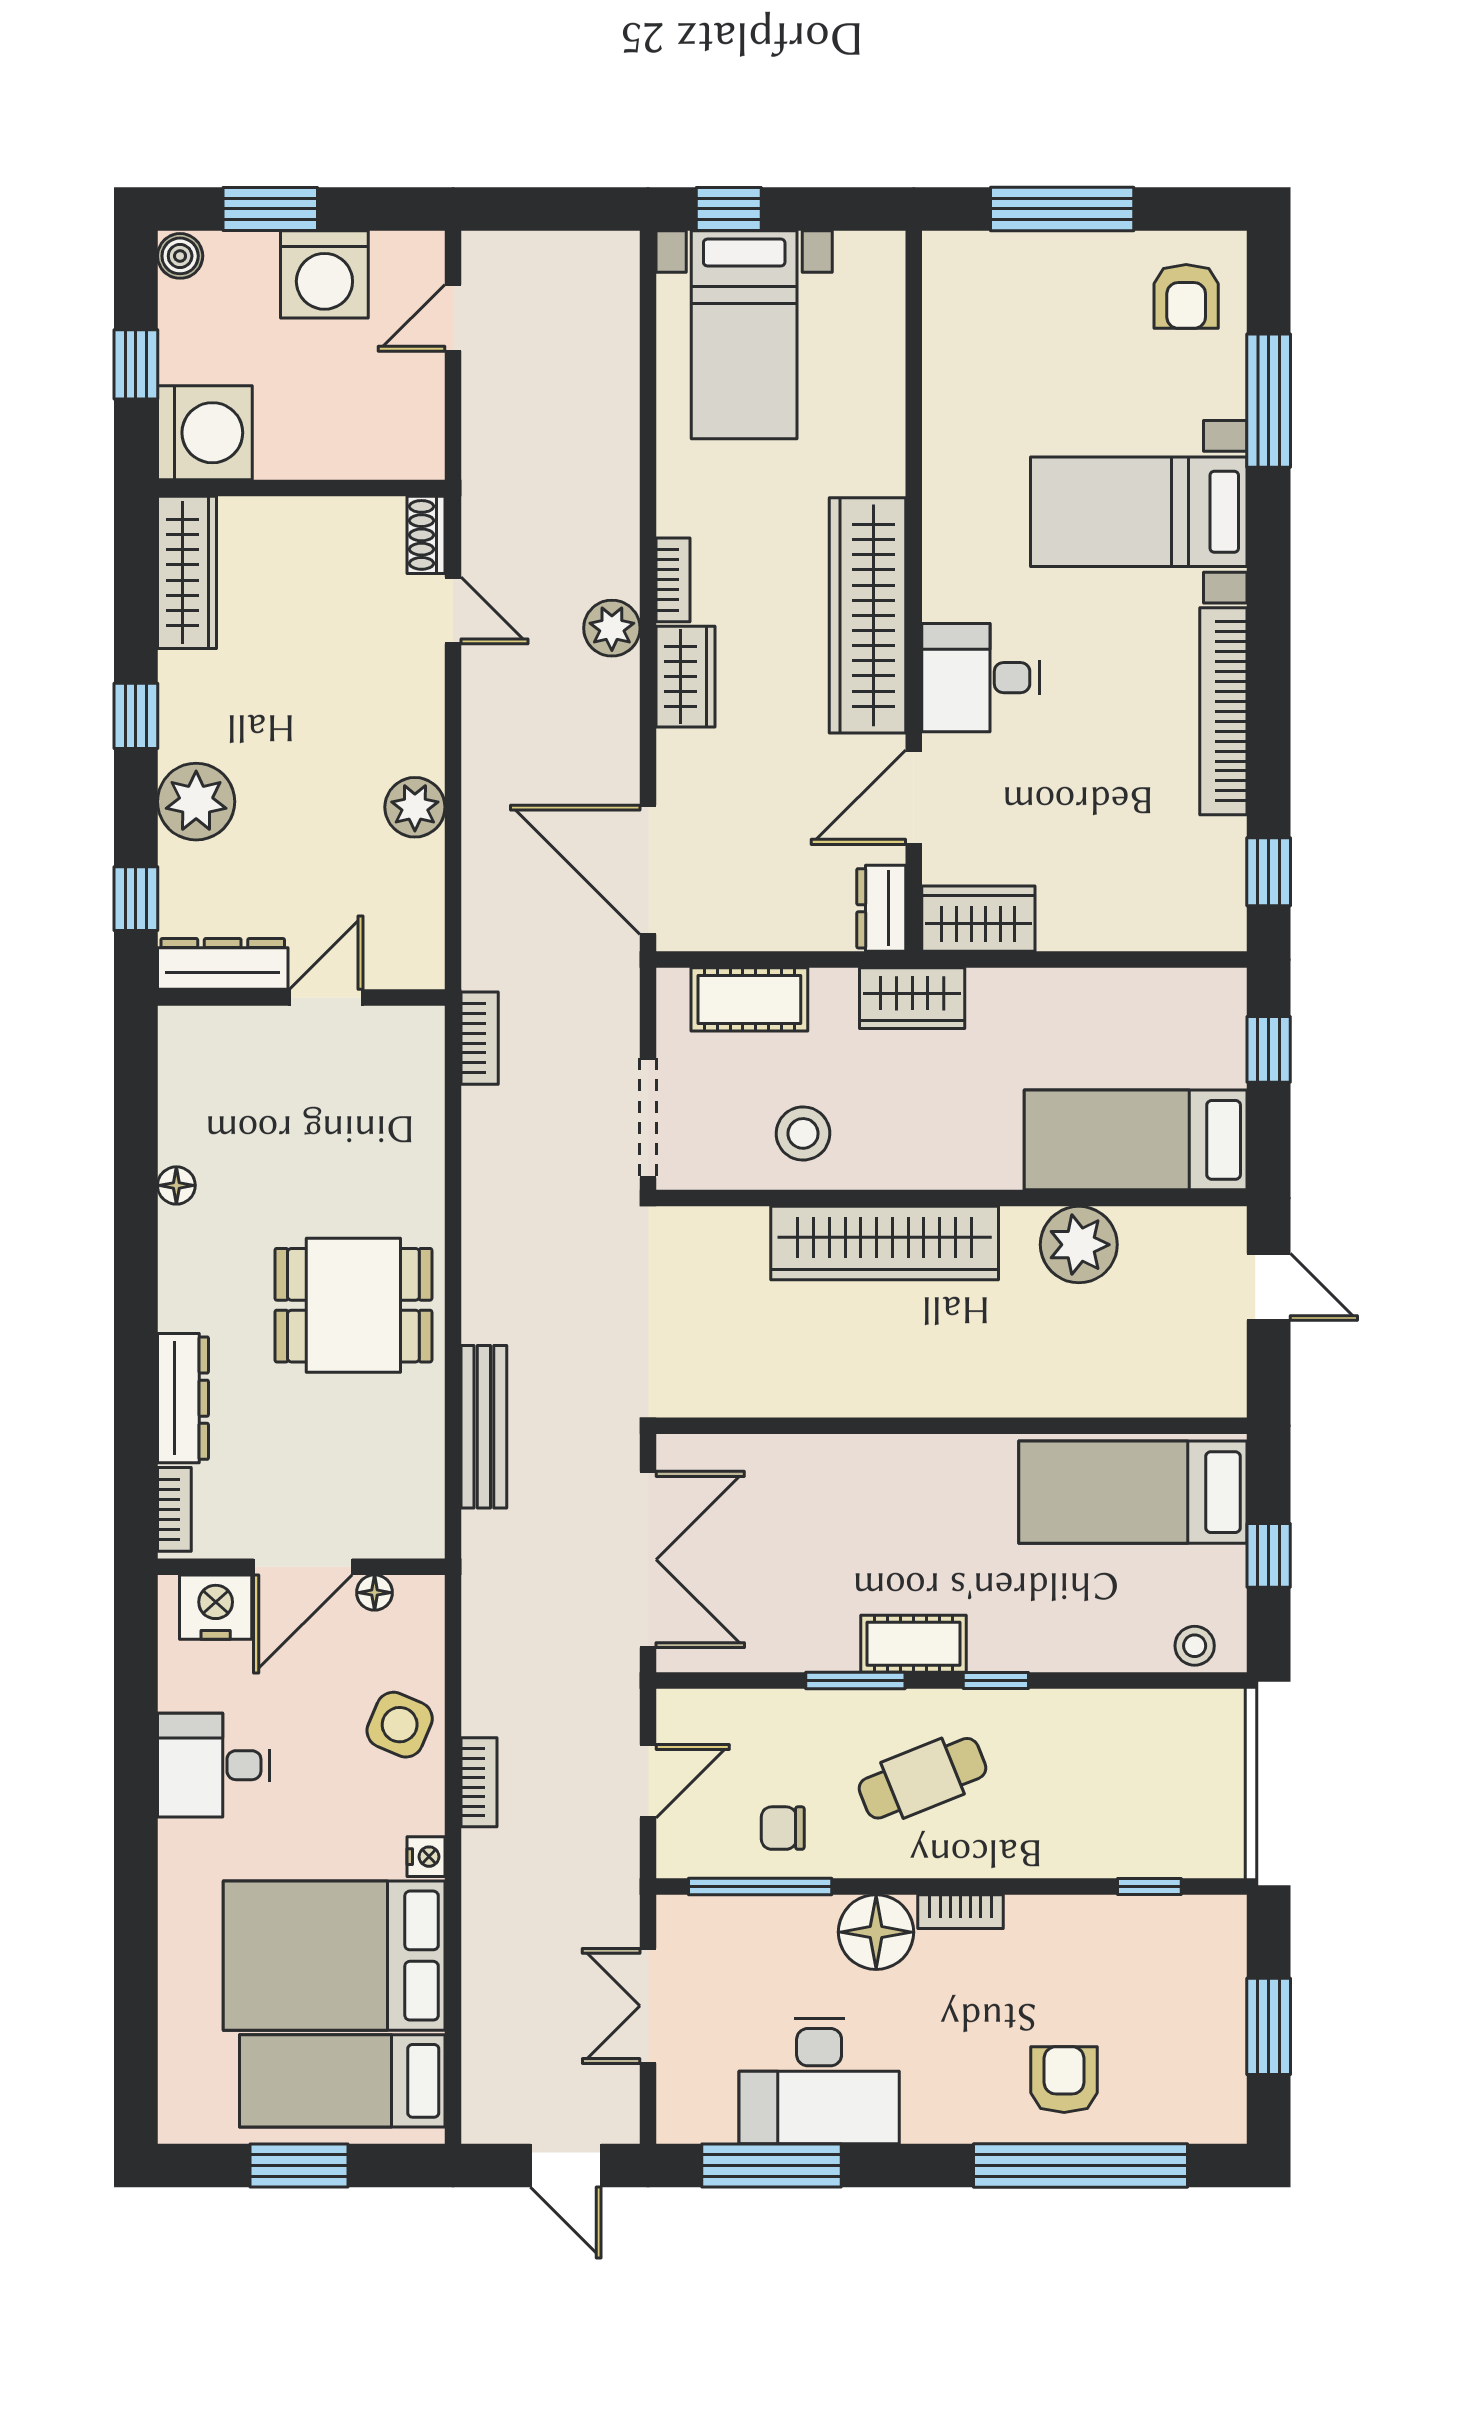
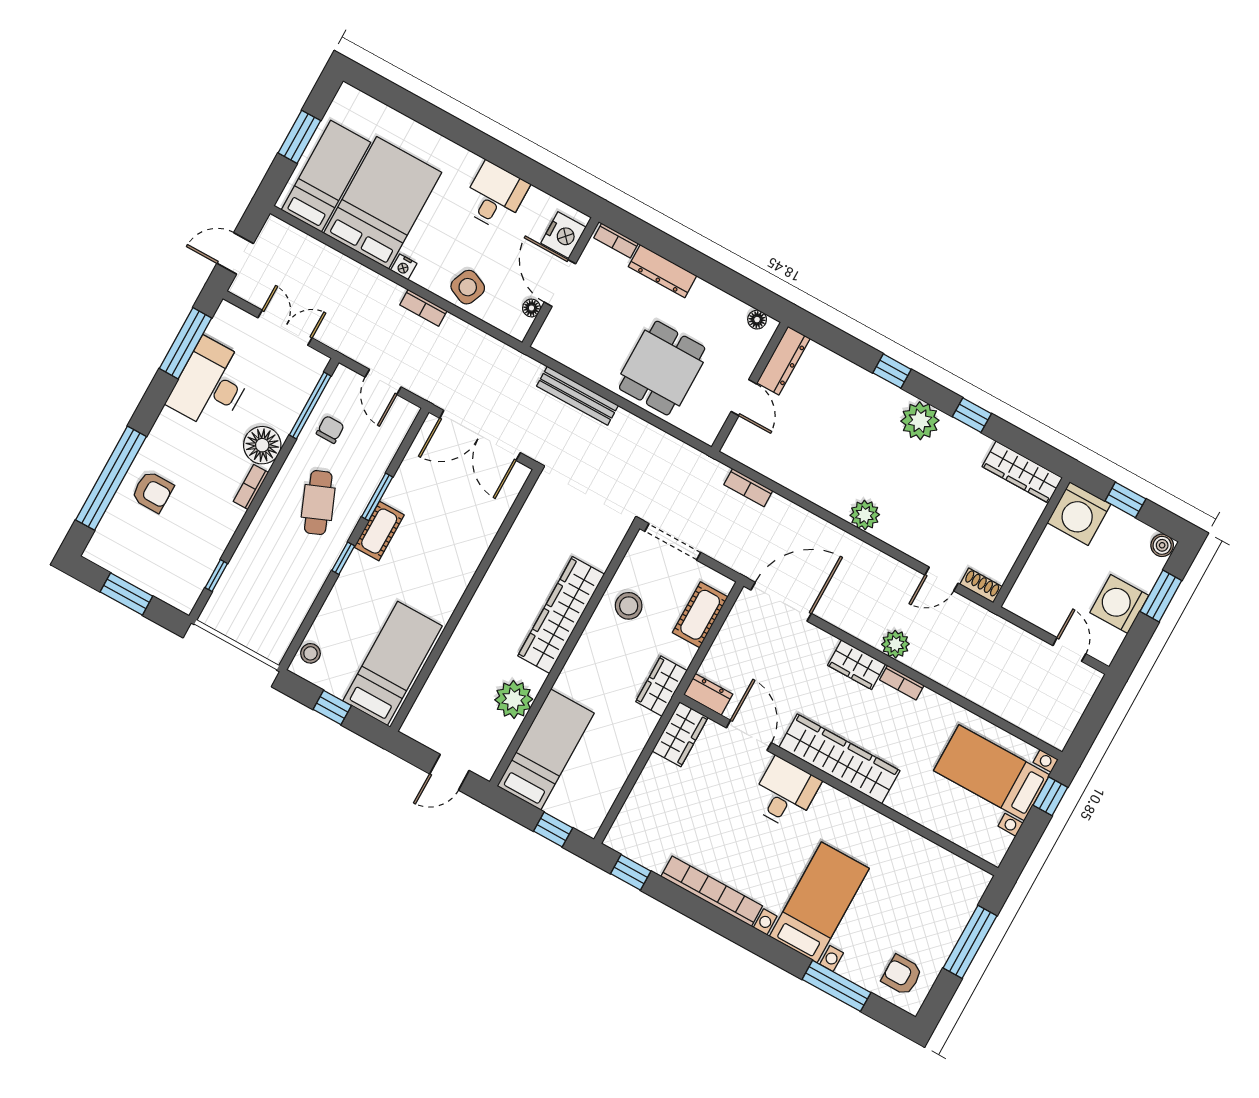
dresser: (223, 964) -> (783, 361), moved
wall: (301, 998) -> (750, 387), moved
door: (326, 998) -> (744, 398), moved

